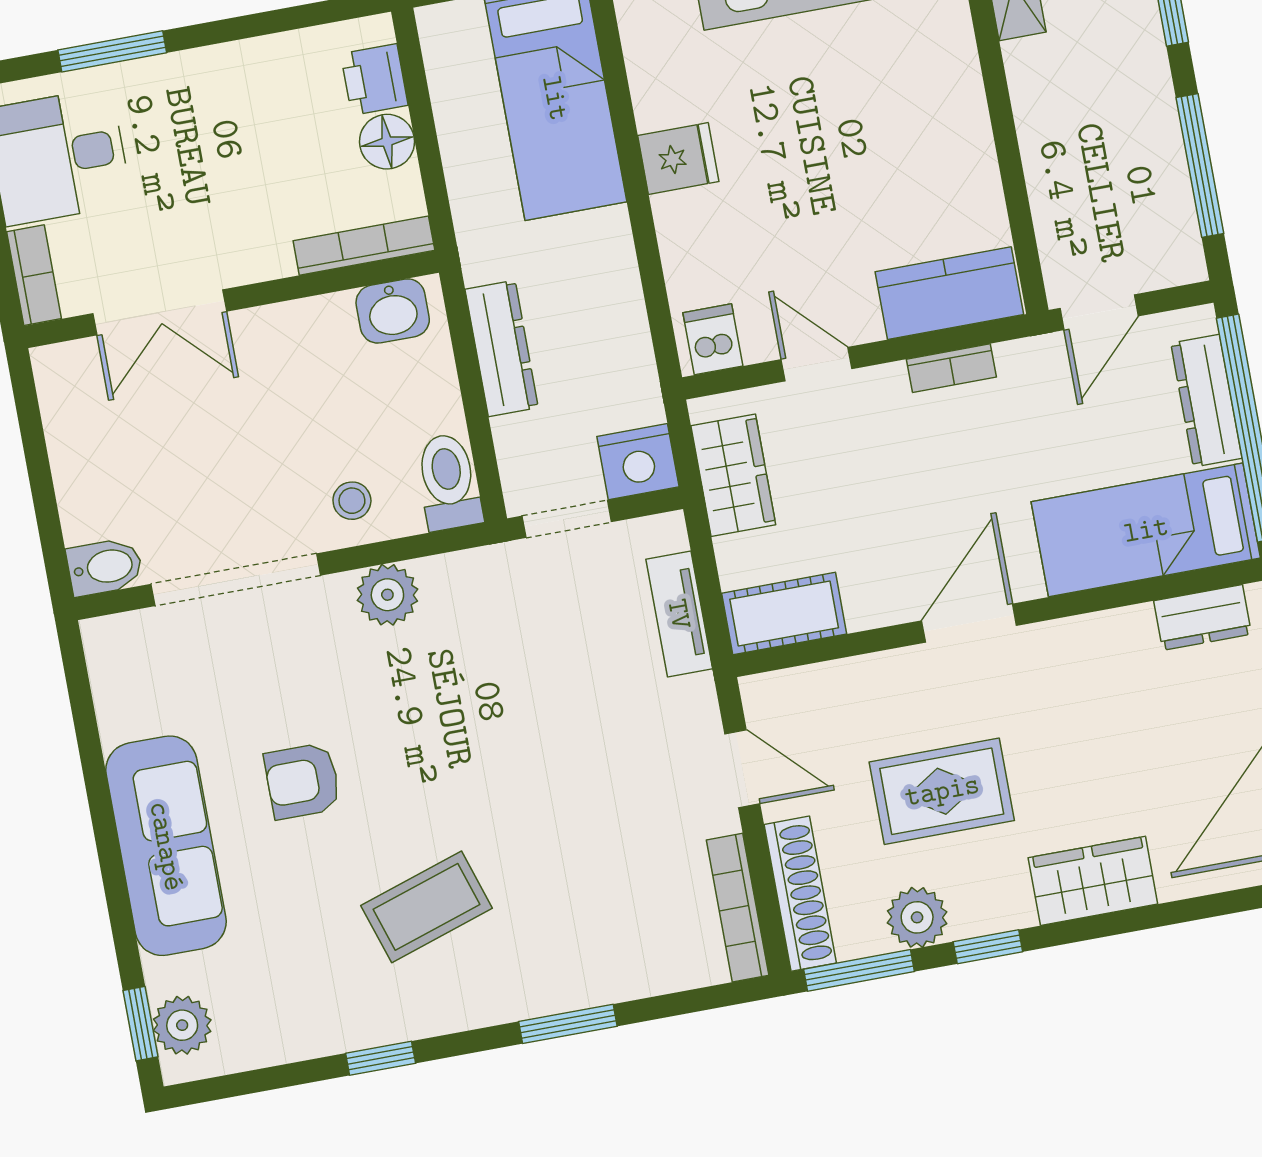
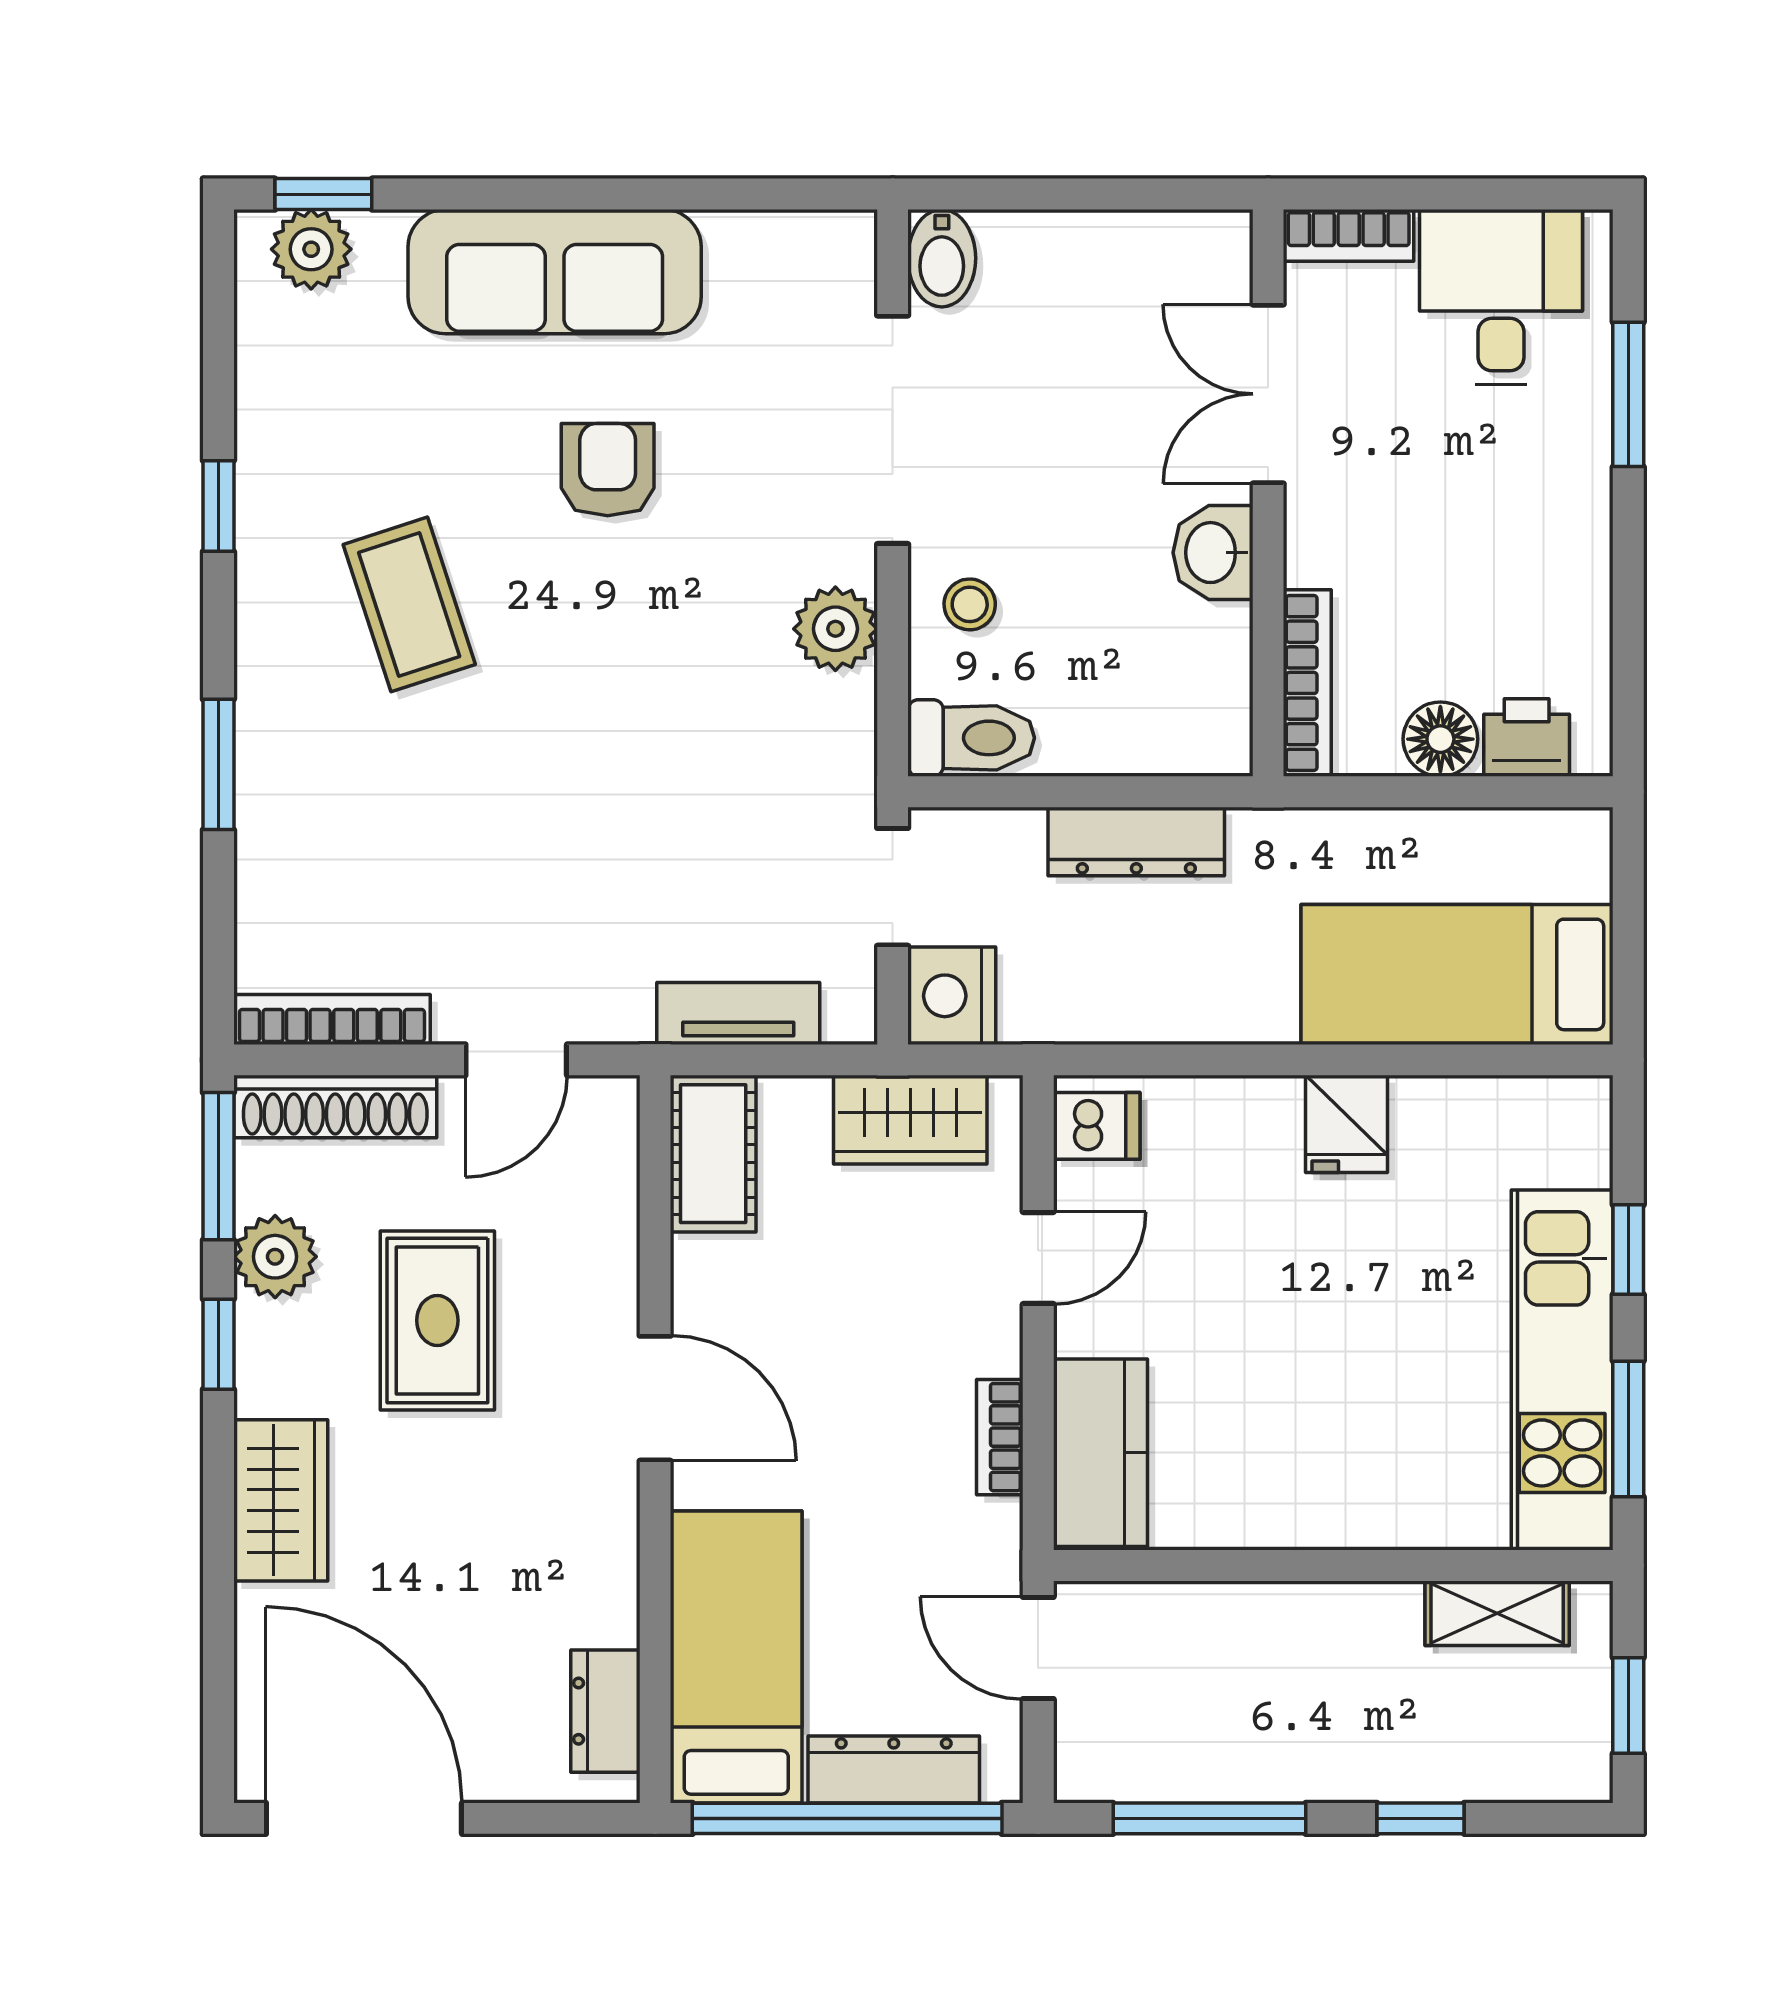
washbasin: (393, 311) -> (1213, 553), moved

